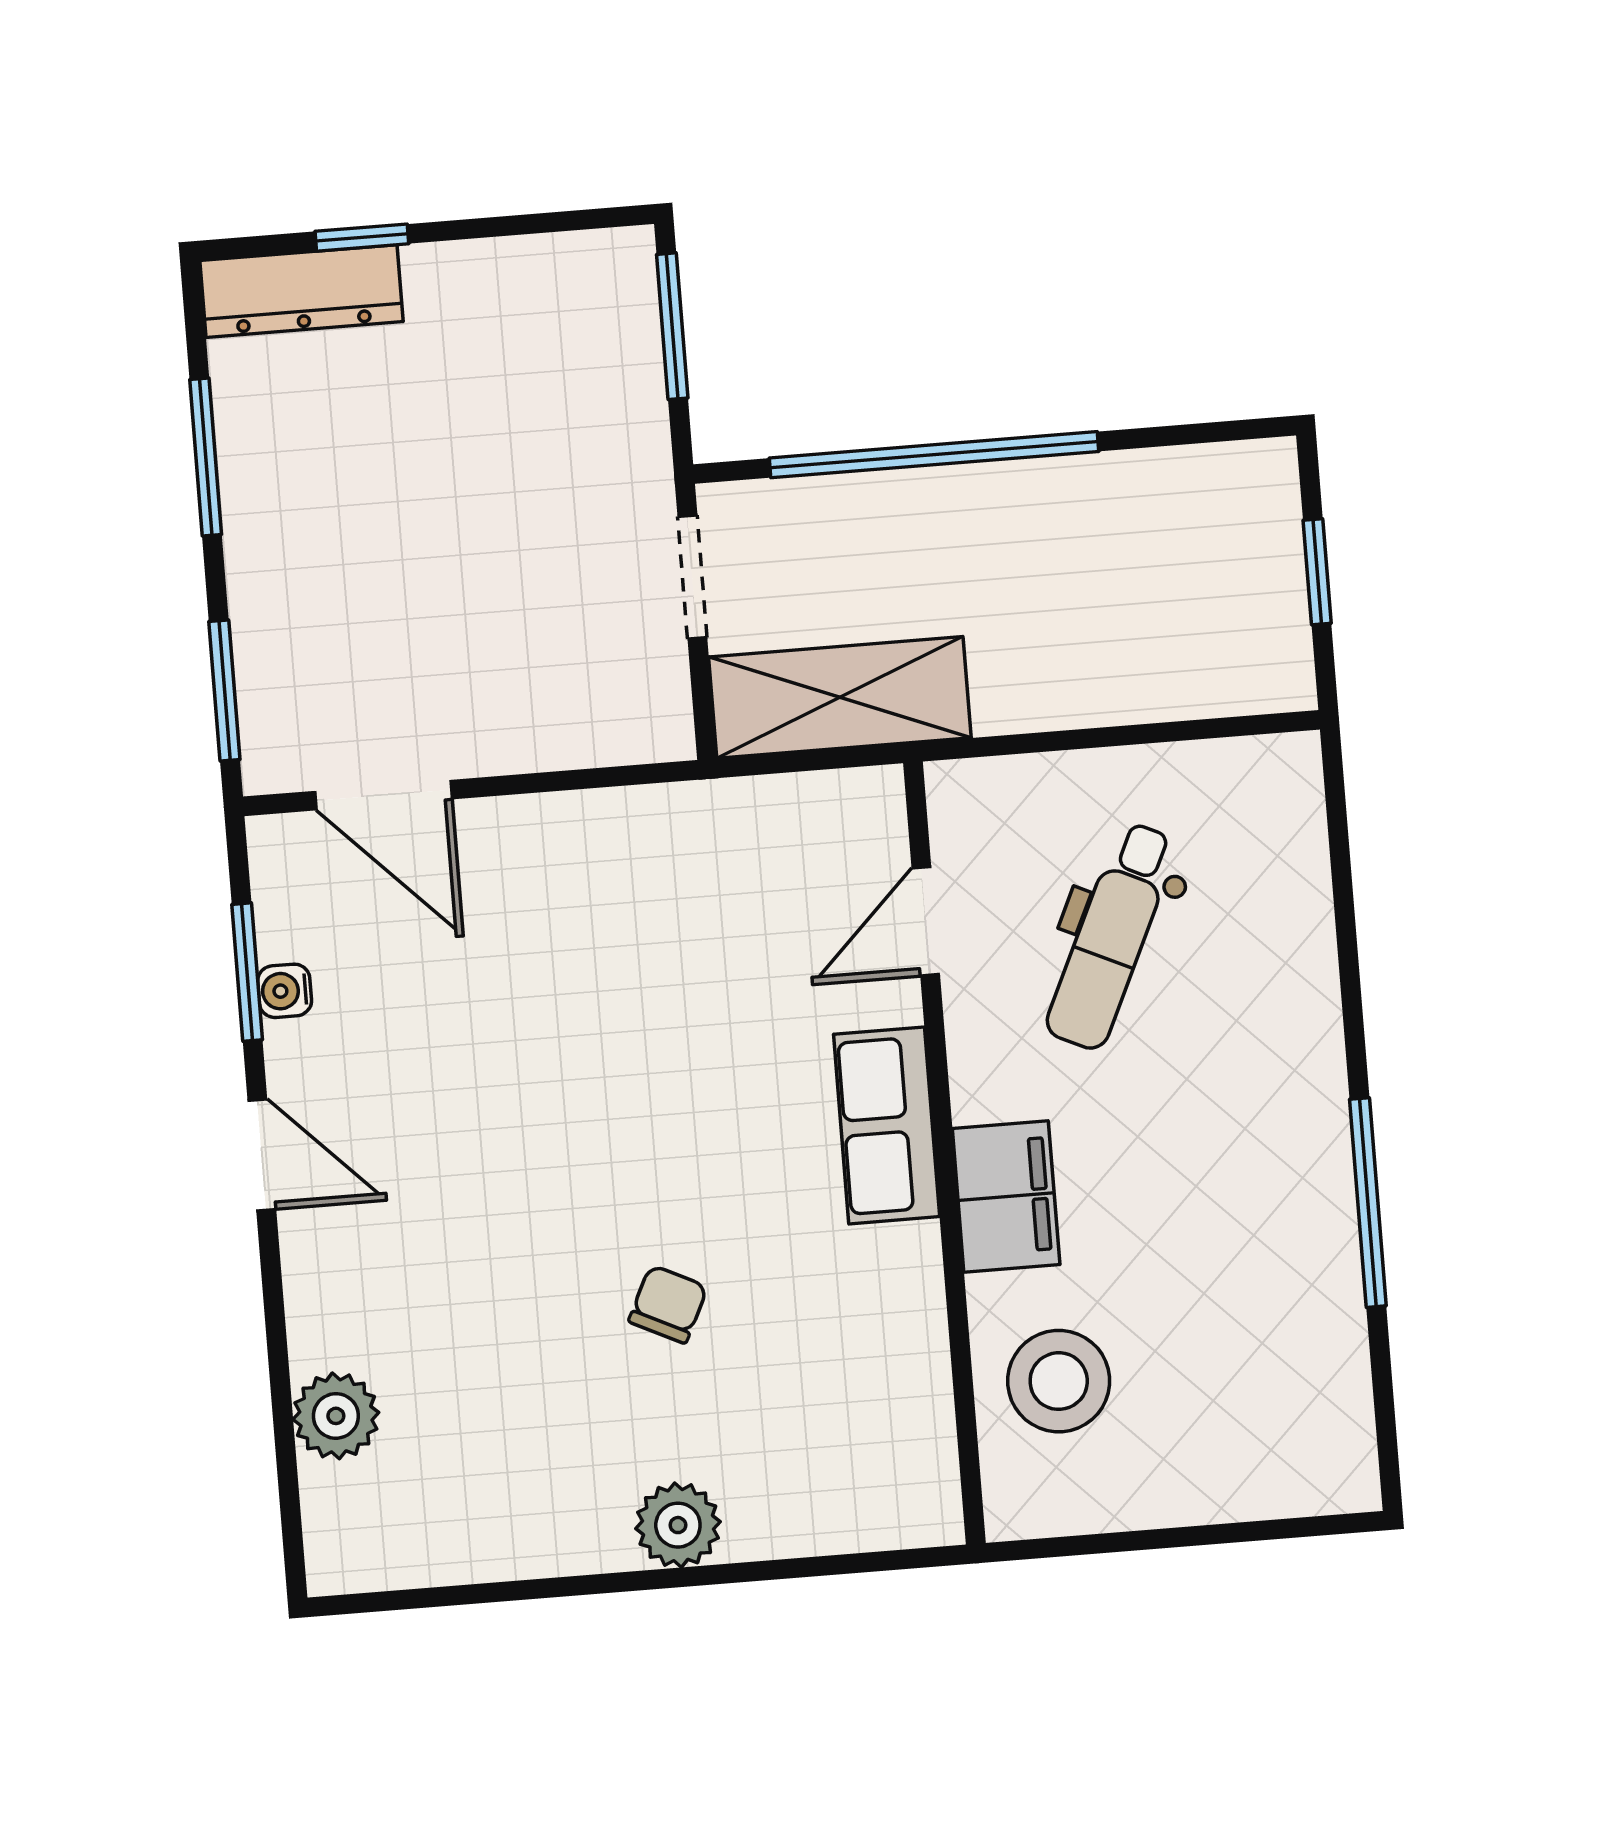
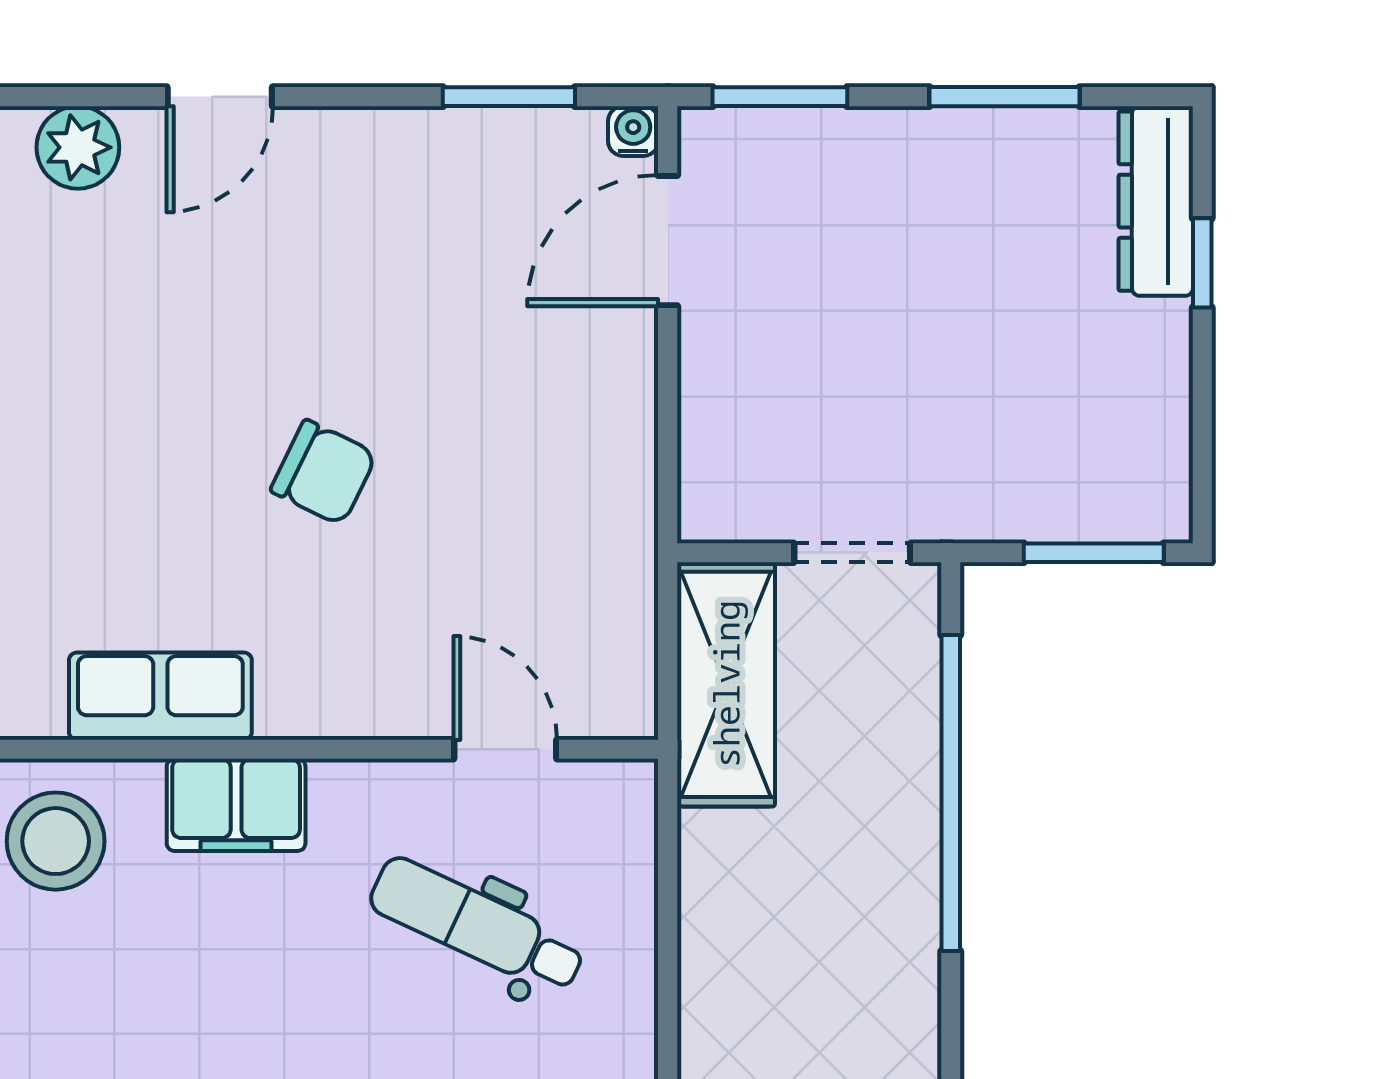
water cooler: (285, 991) -> (633, 131), moved
row of seats: (887, 1125) -> (160, 696), moved
door: (262, 1155) -> (220, 97), moved
chair: (668, 1304) -> (324, 472), moved, width x1.37, depth x1.37

